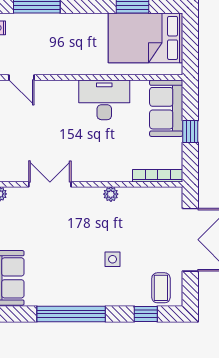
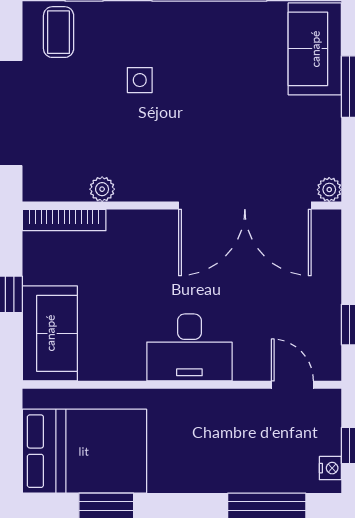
desk: (104, 100) -> (189, 347), moved
double door: (50, 184) -> (245, 205), width x1.87
plant: (111, 194) -> (102, 189), moved

